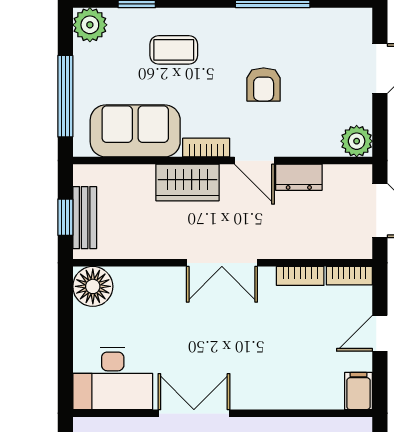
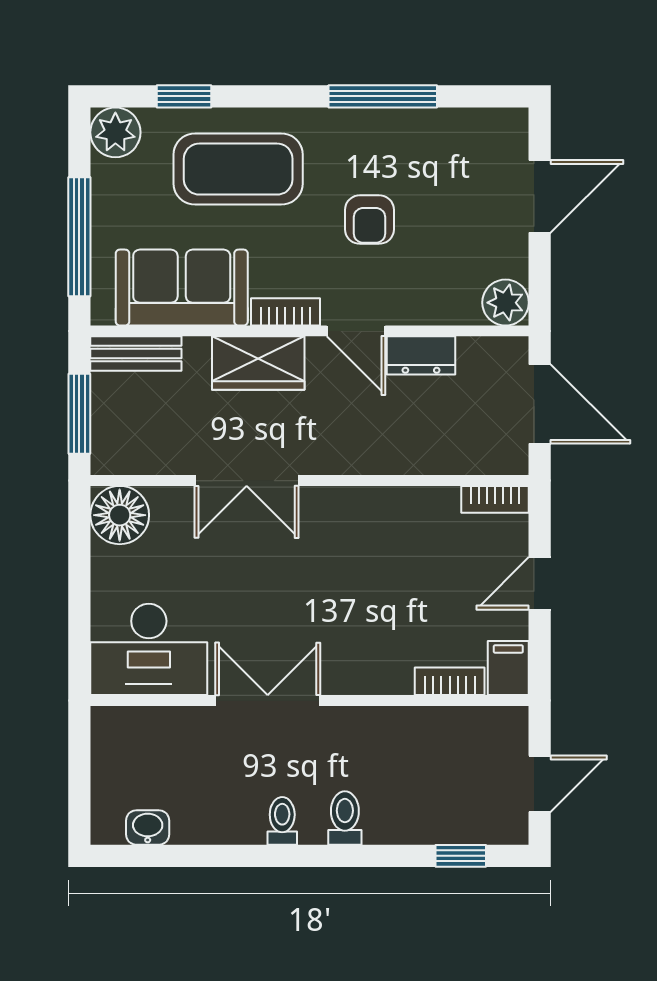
coffee table: (174, 50) -> (238, 169), width x1.86, depth x1.72
window: (65, 217) -> (79, 414), width x1.50
bench: (85, 218) -> (136, 354), moved, turned 90
double door: (222, 263) -> (247, 481), moved
bookcase: (300, 276) -> (450, 681), moved, turned 180

